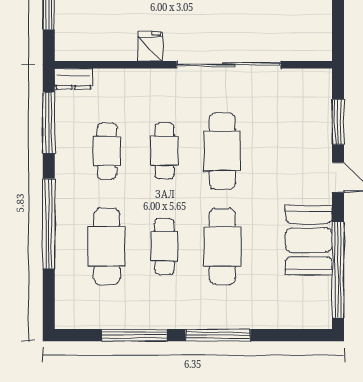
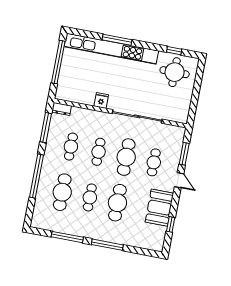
cafe table: (280, 151) -> (154, 162), added
window: (338, 270) -> (171, 224), width x0.32

